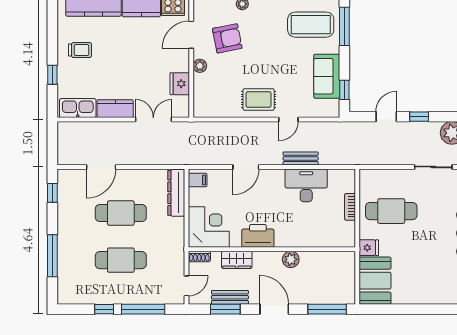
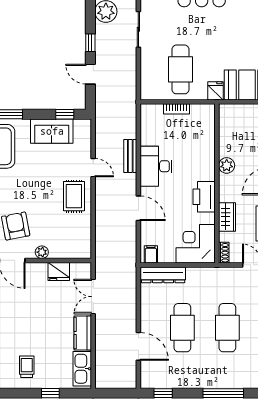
desk: (306, 185) -> (156, 166), moved

